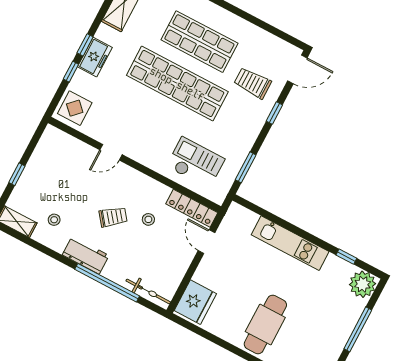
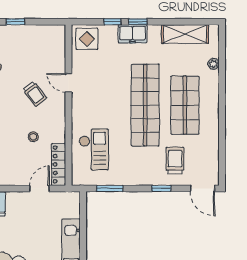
trolley: (113, 217) -> (35, 94), moved

